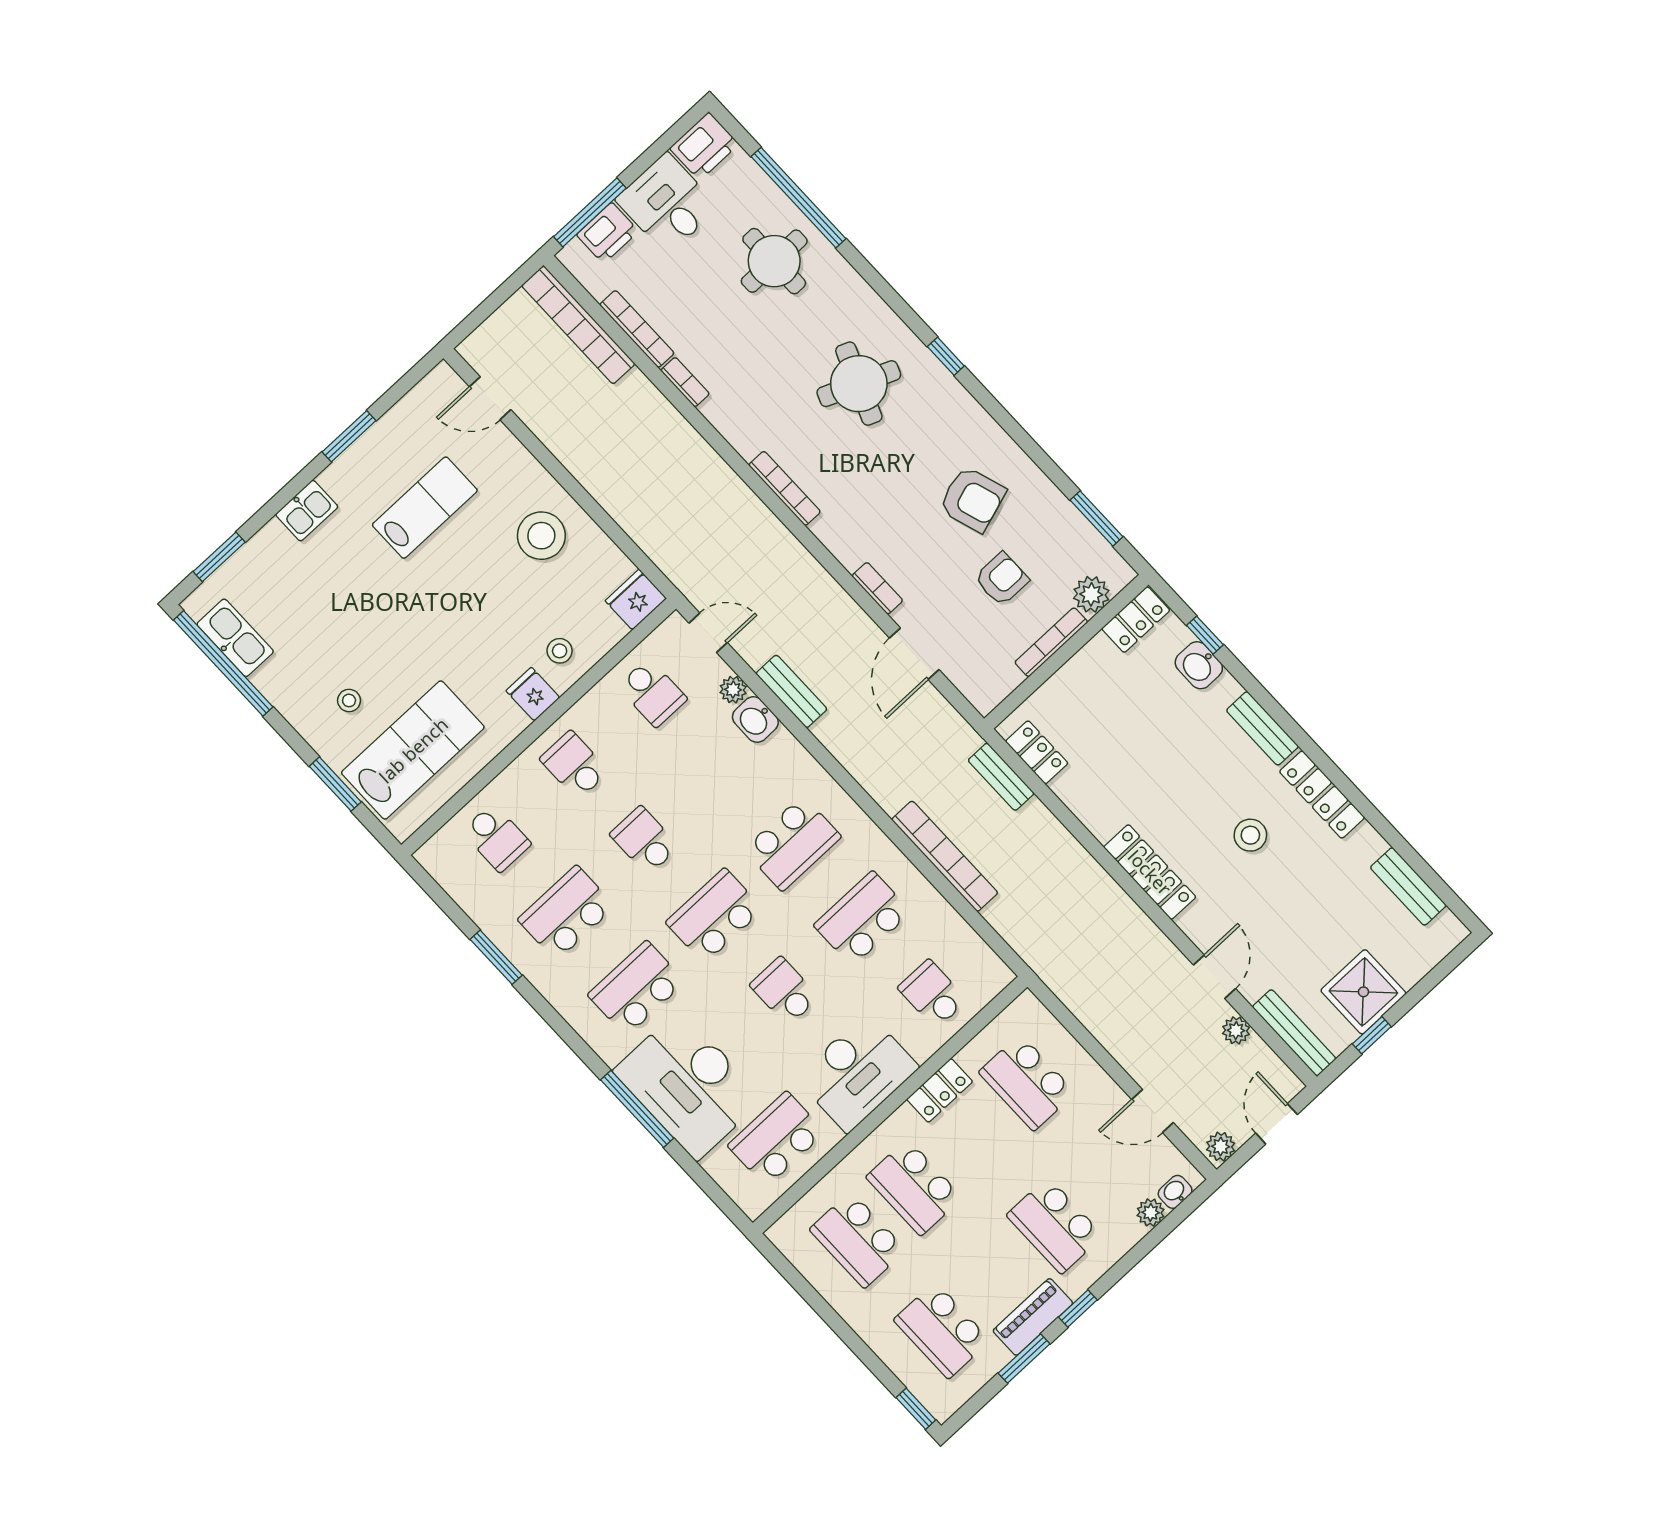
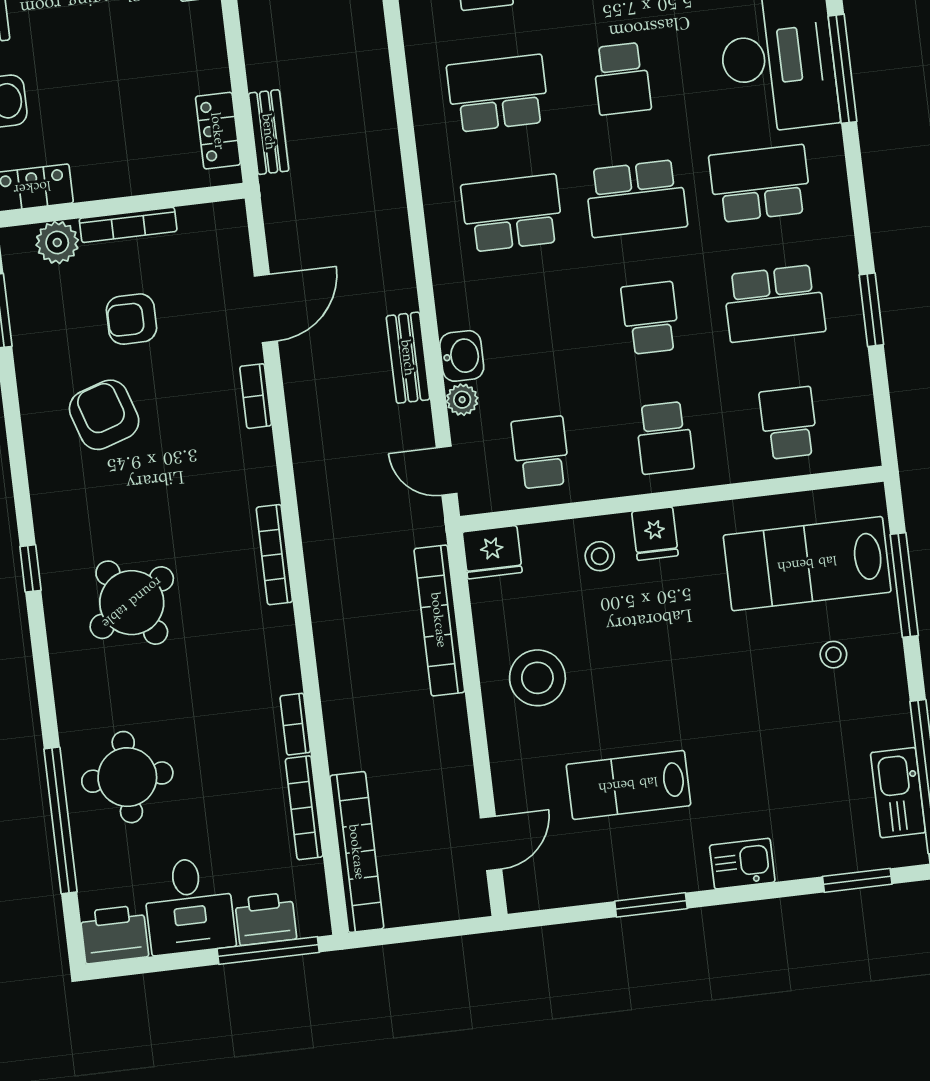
round table: (859, 384) -> (132, 603), turned 36
door: (490, 398) -> (491, 843), hinge flipped
window: (335, 784) -> (904, 585), width x1.44
school desk: (644, 840) -> (650, 318), turned 180
bookcase: (945, 856) -> (439, 620), moved
school desk: (862, 919) -> (498, 93), turned 180
school desk: (636, 988) -> (760, 184), turned 180

